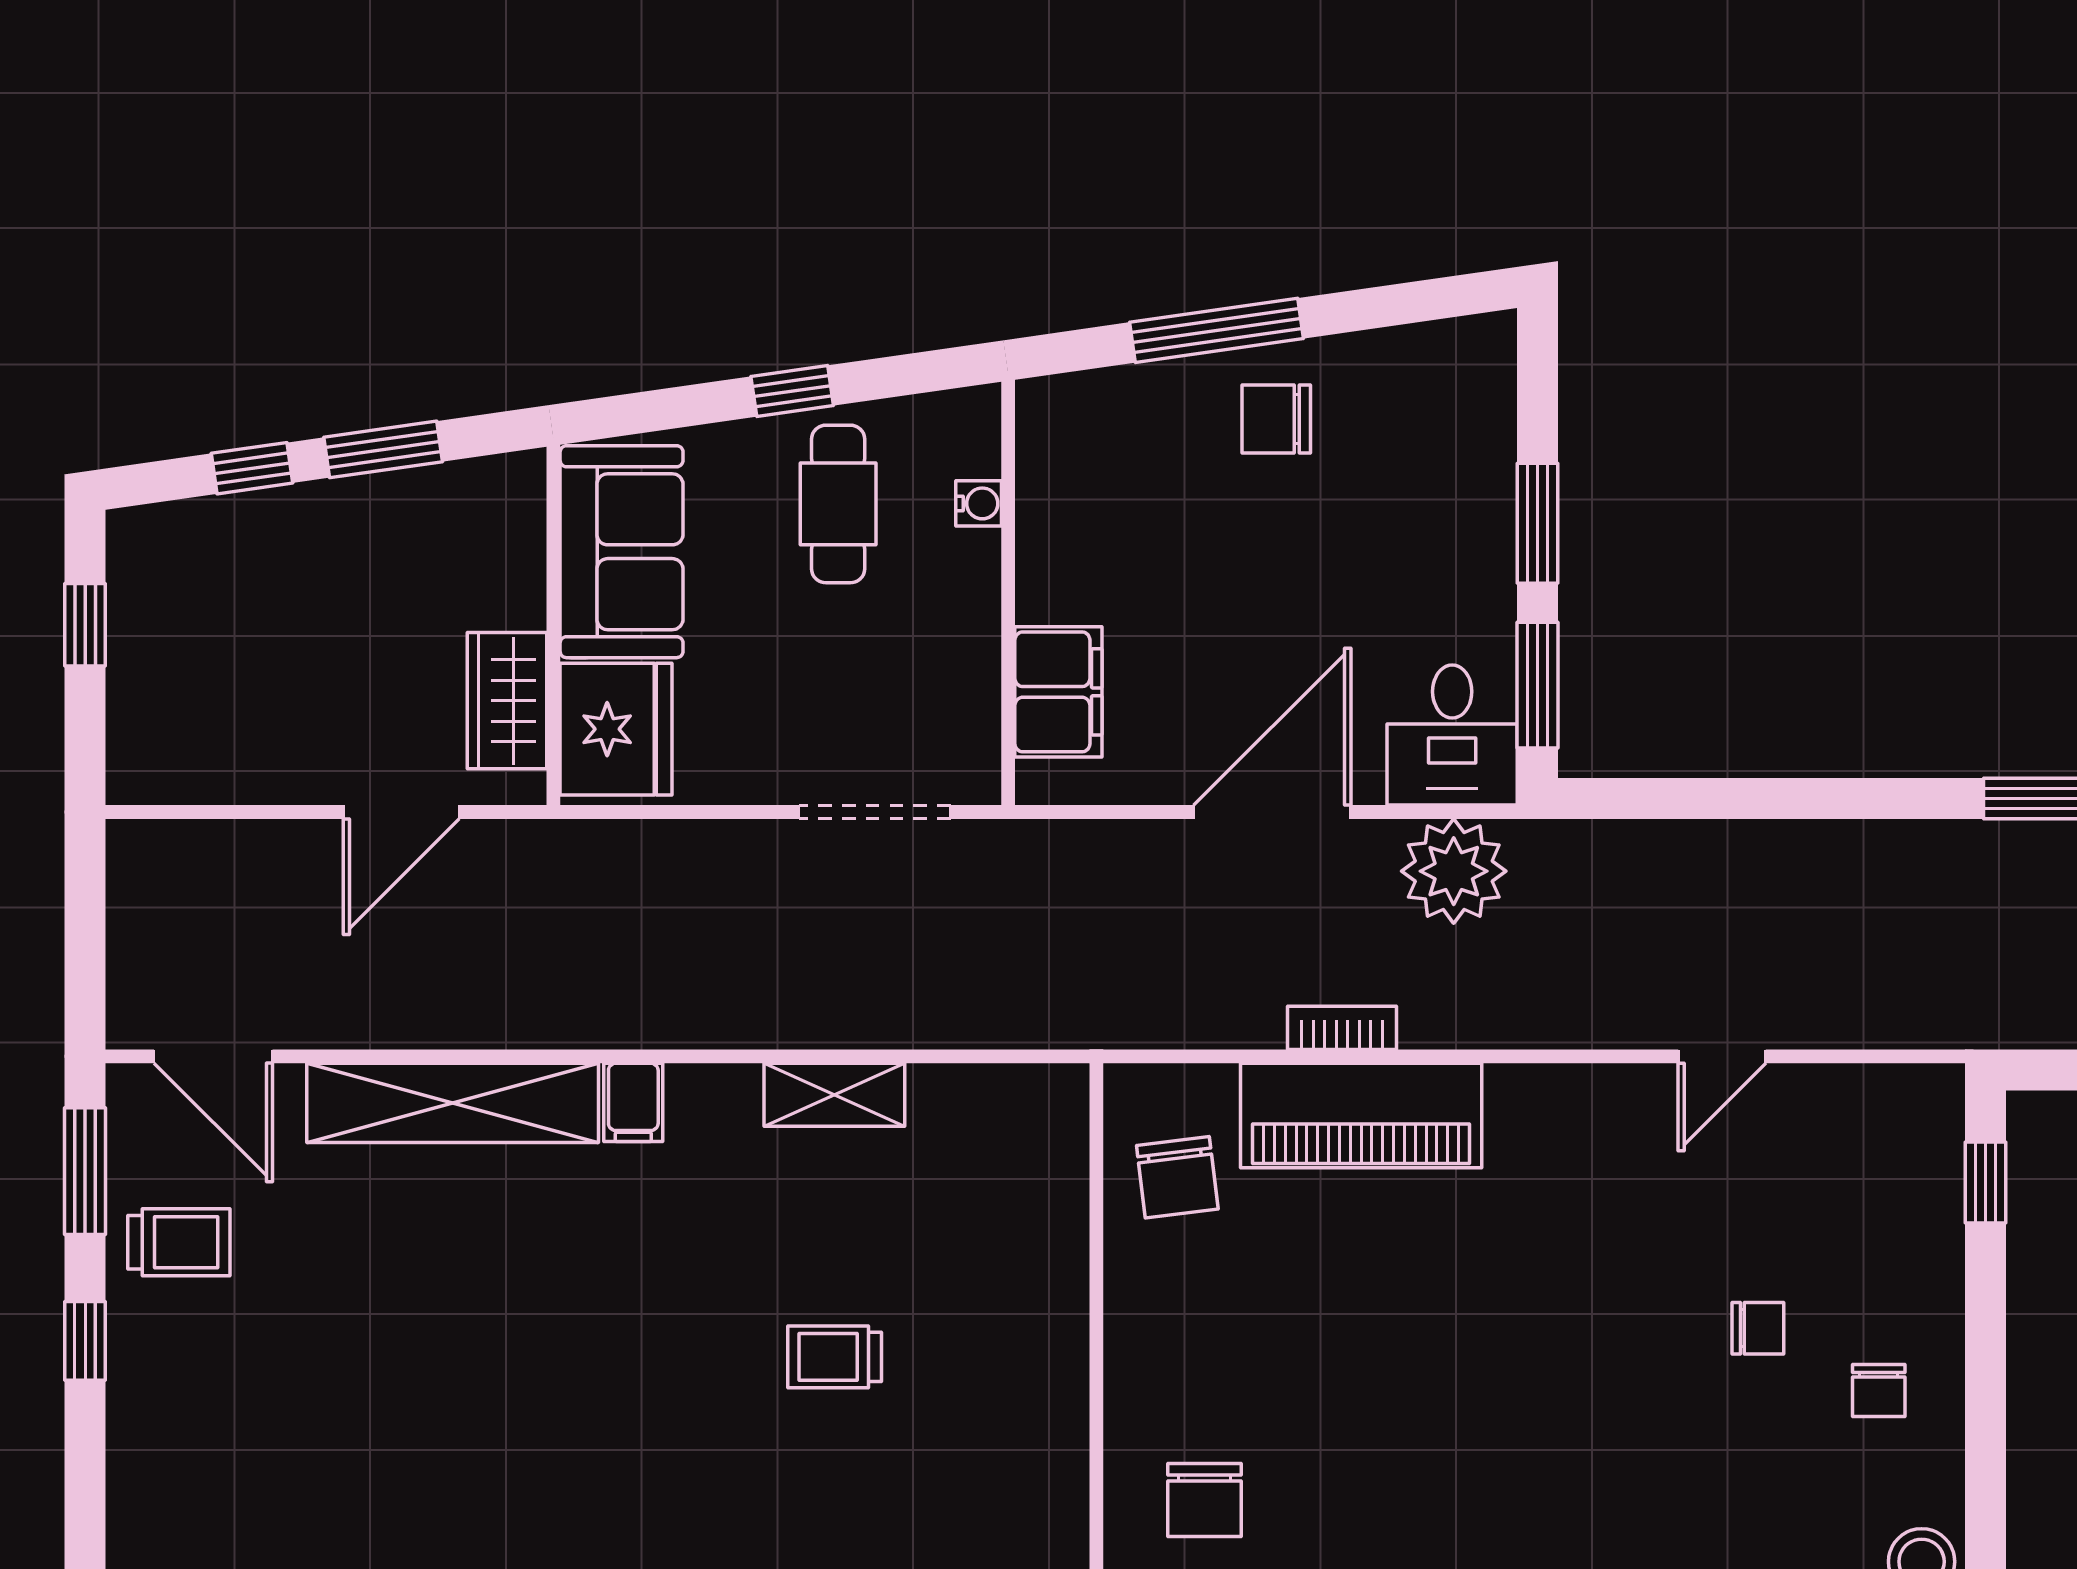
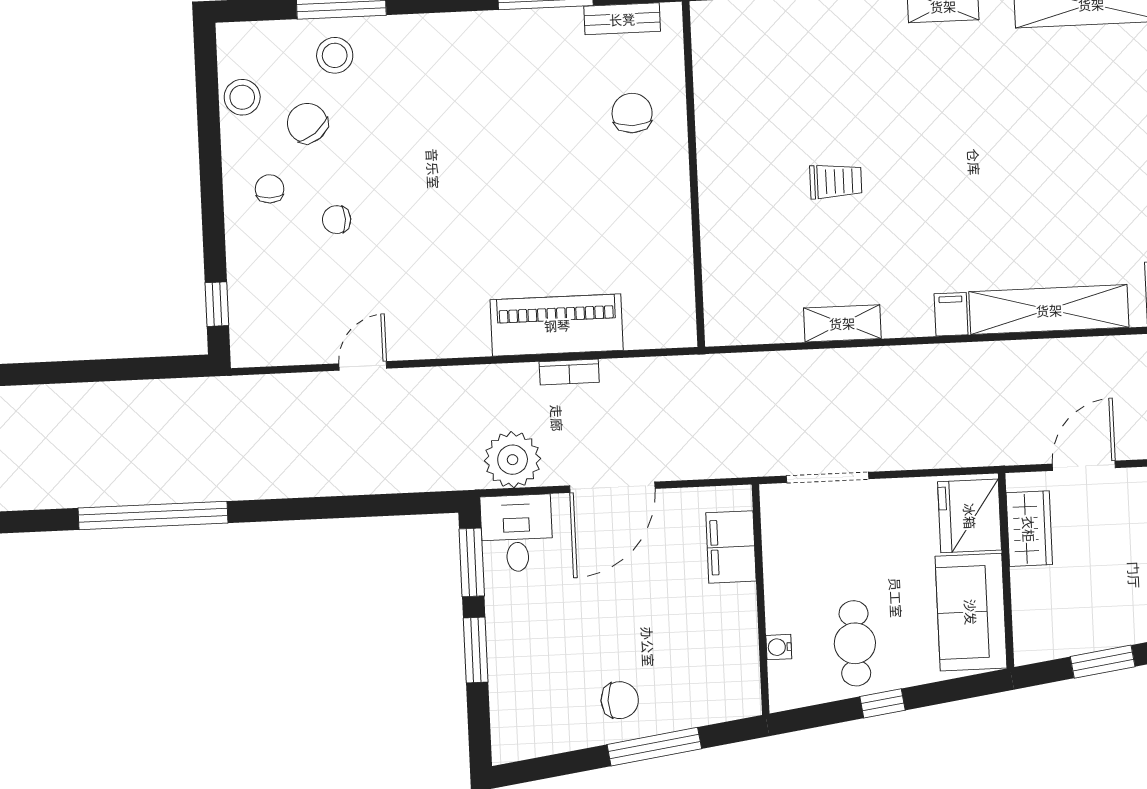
chair: (1177, 1177) -> (307, 123), moved, turned -31

